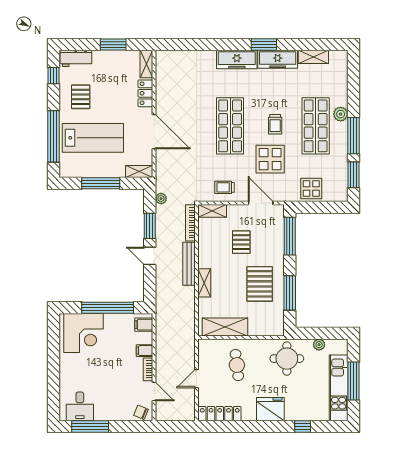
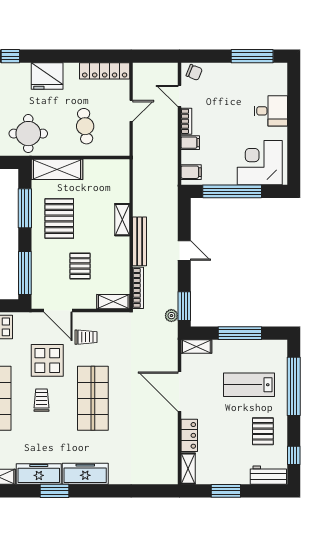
lab bench: (93, 138) -> (249, 385), width x0.73, depth x0.72
trolley: (224, 187) -> (86, 337), moved
window: (150, 226) -> (184, 306), moved
shelving: (225, 327) -> (57, 169), moved
desk: (80, 406) -> (271, 111), moved, turned 90

